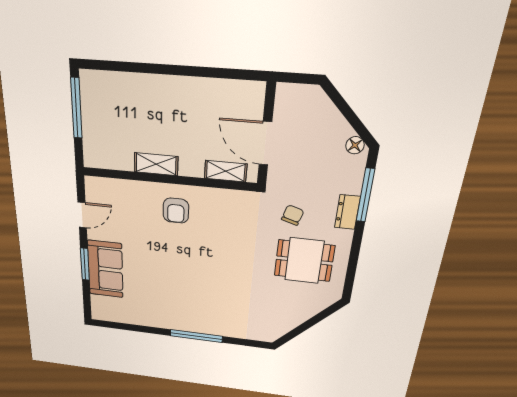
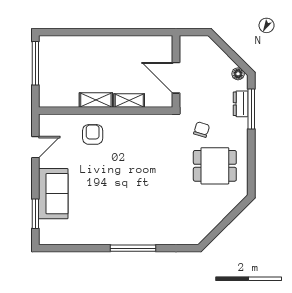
shelving: (226, 171) -> (129, 101), moved
armchair: (176, 211) -> (93, 134), moved, turned 180
dresser: (347, 212) -> (241, 104), moved
window: (85, 264) -> (35, 214), moved

